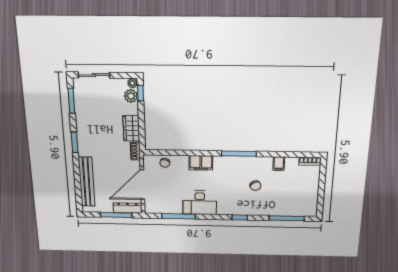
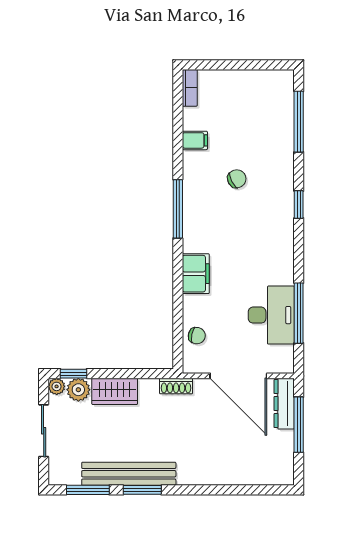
sliding door: (94, 75) -> (44, 431), moved
wardrobe: (131, 128) -> (115, 391), moved
window: (75, 142) -> (142, 490), moved
bench: (87, 182) -> (129, 474), moved
desk: (200, 203) -> (271, 315), moved

